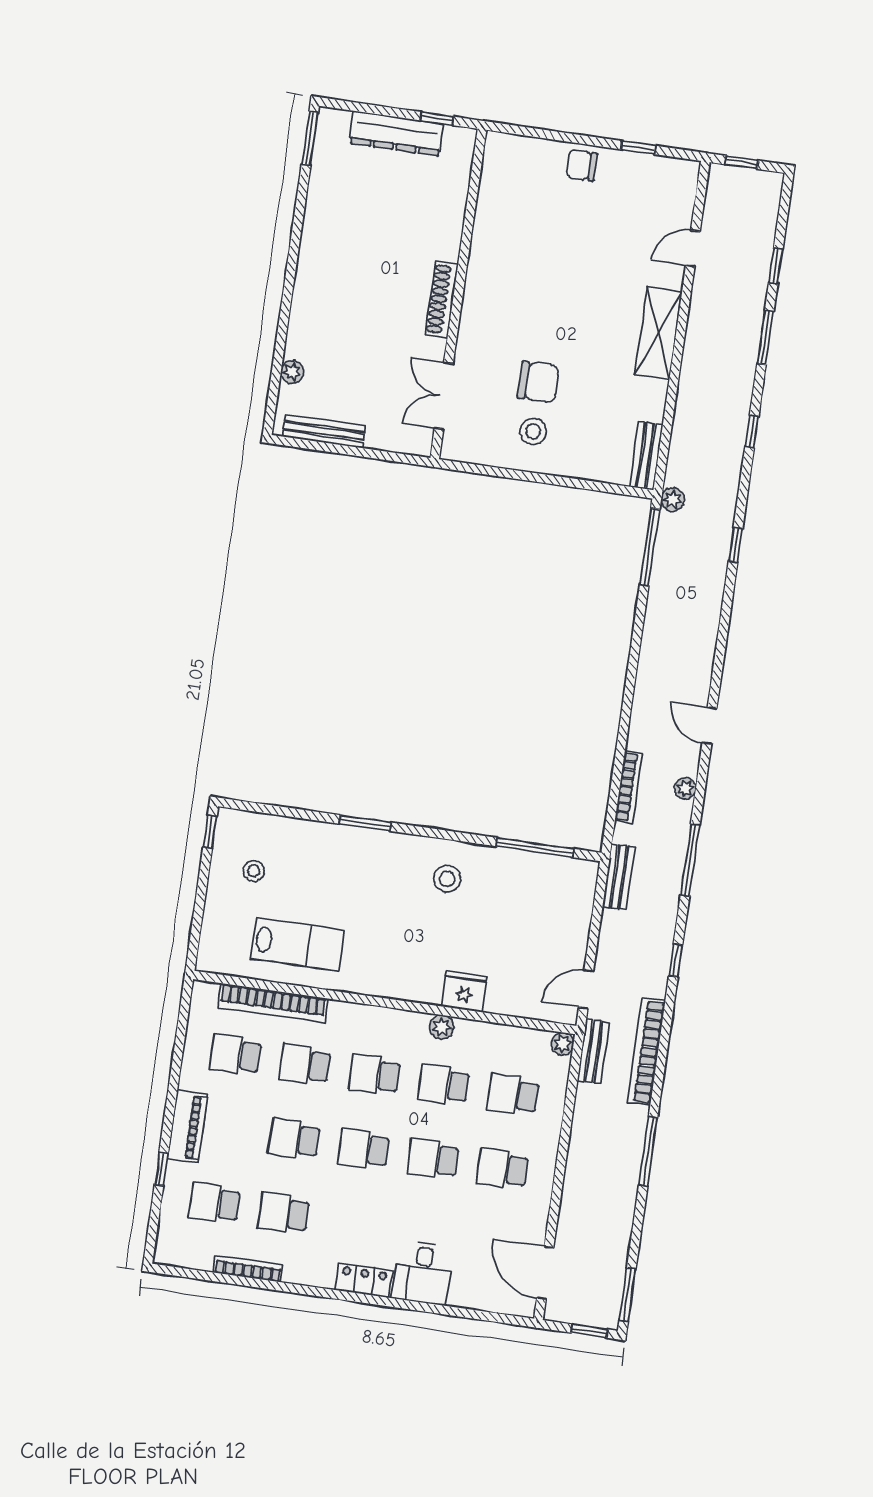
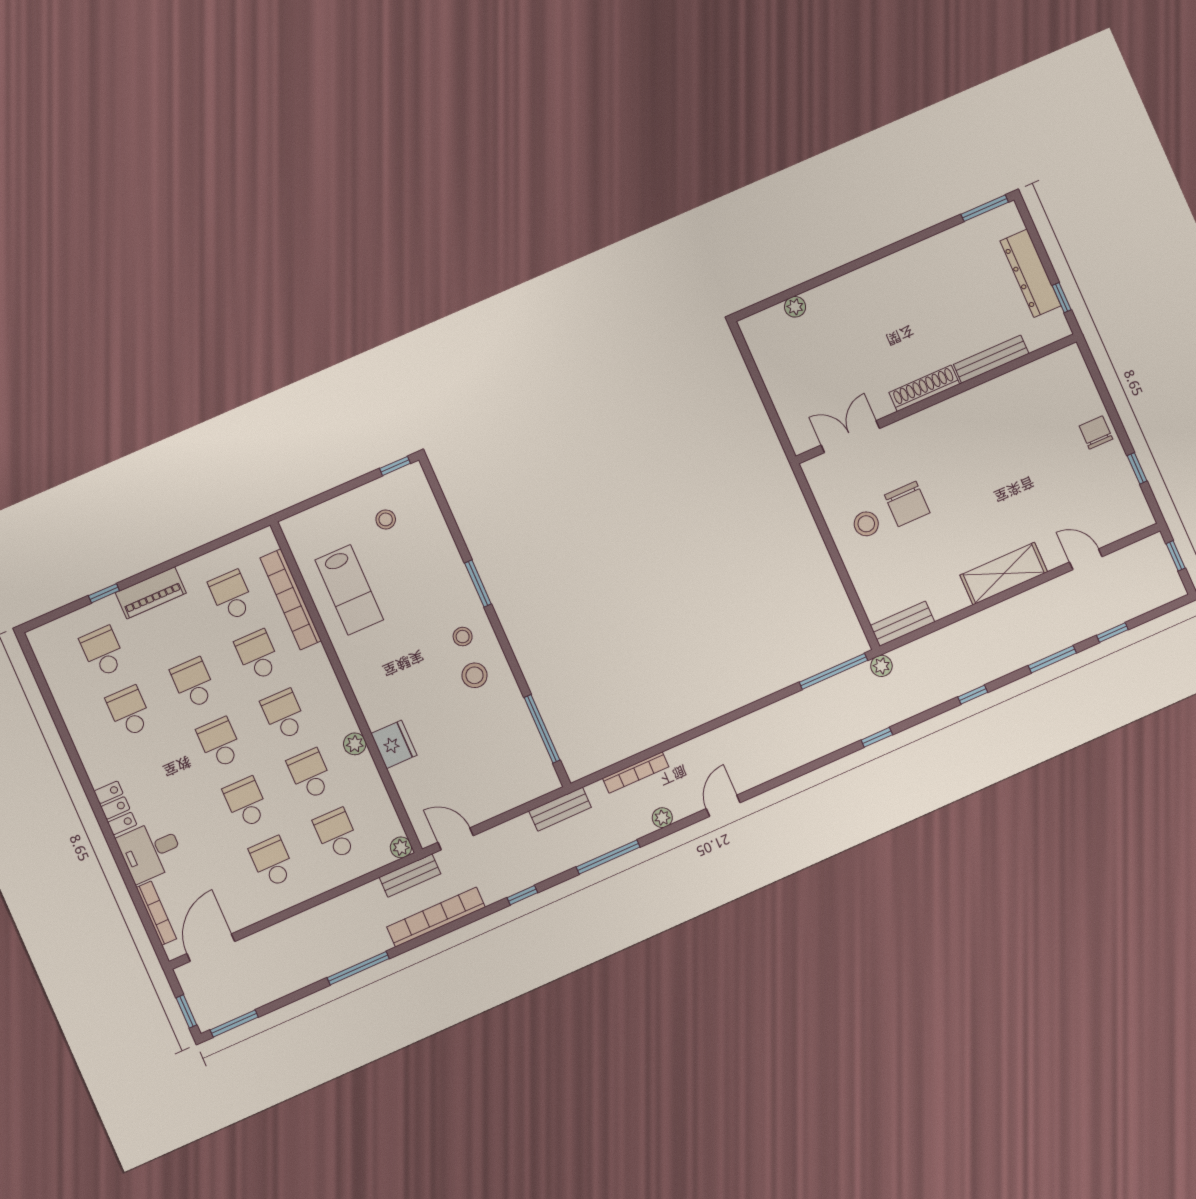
bench: (324, 431) -> (991, 359), moved, turned 90
stool: (405, 867) -> (463, 637), added
bookcase: (248, 1269) -> (156, 913), moved

